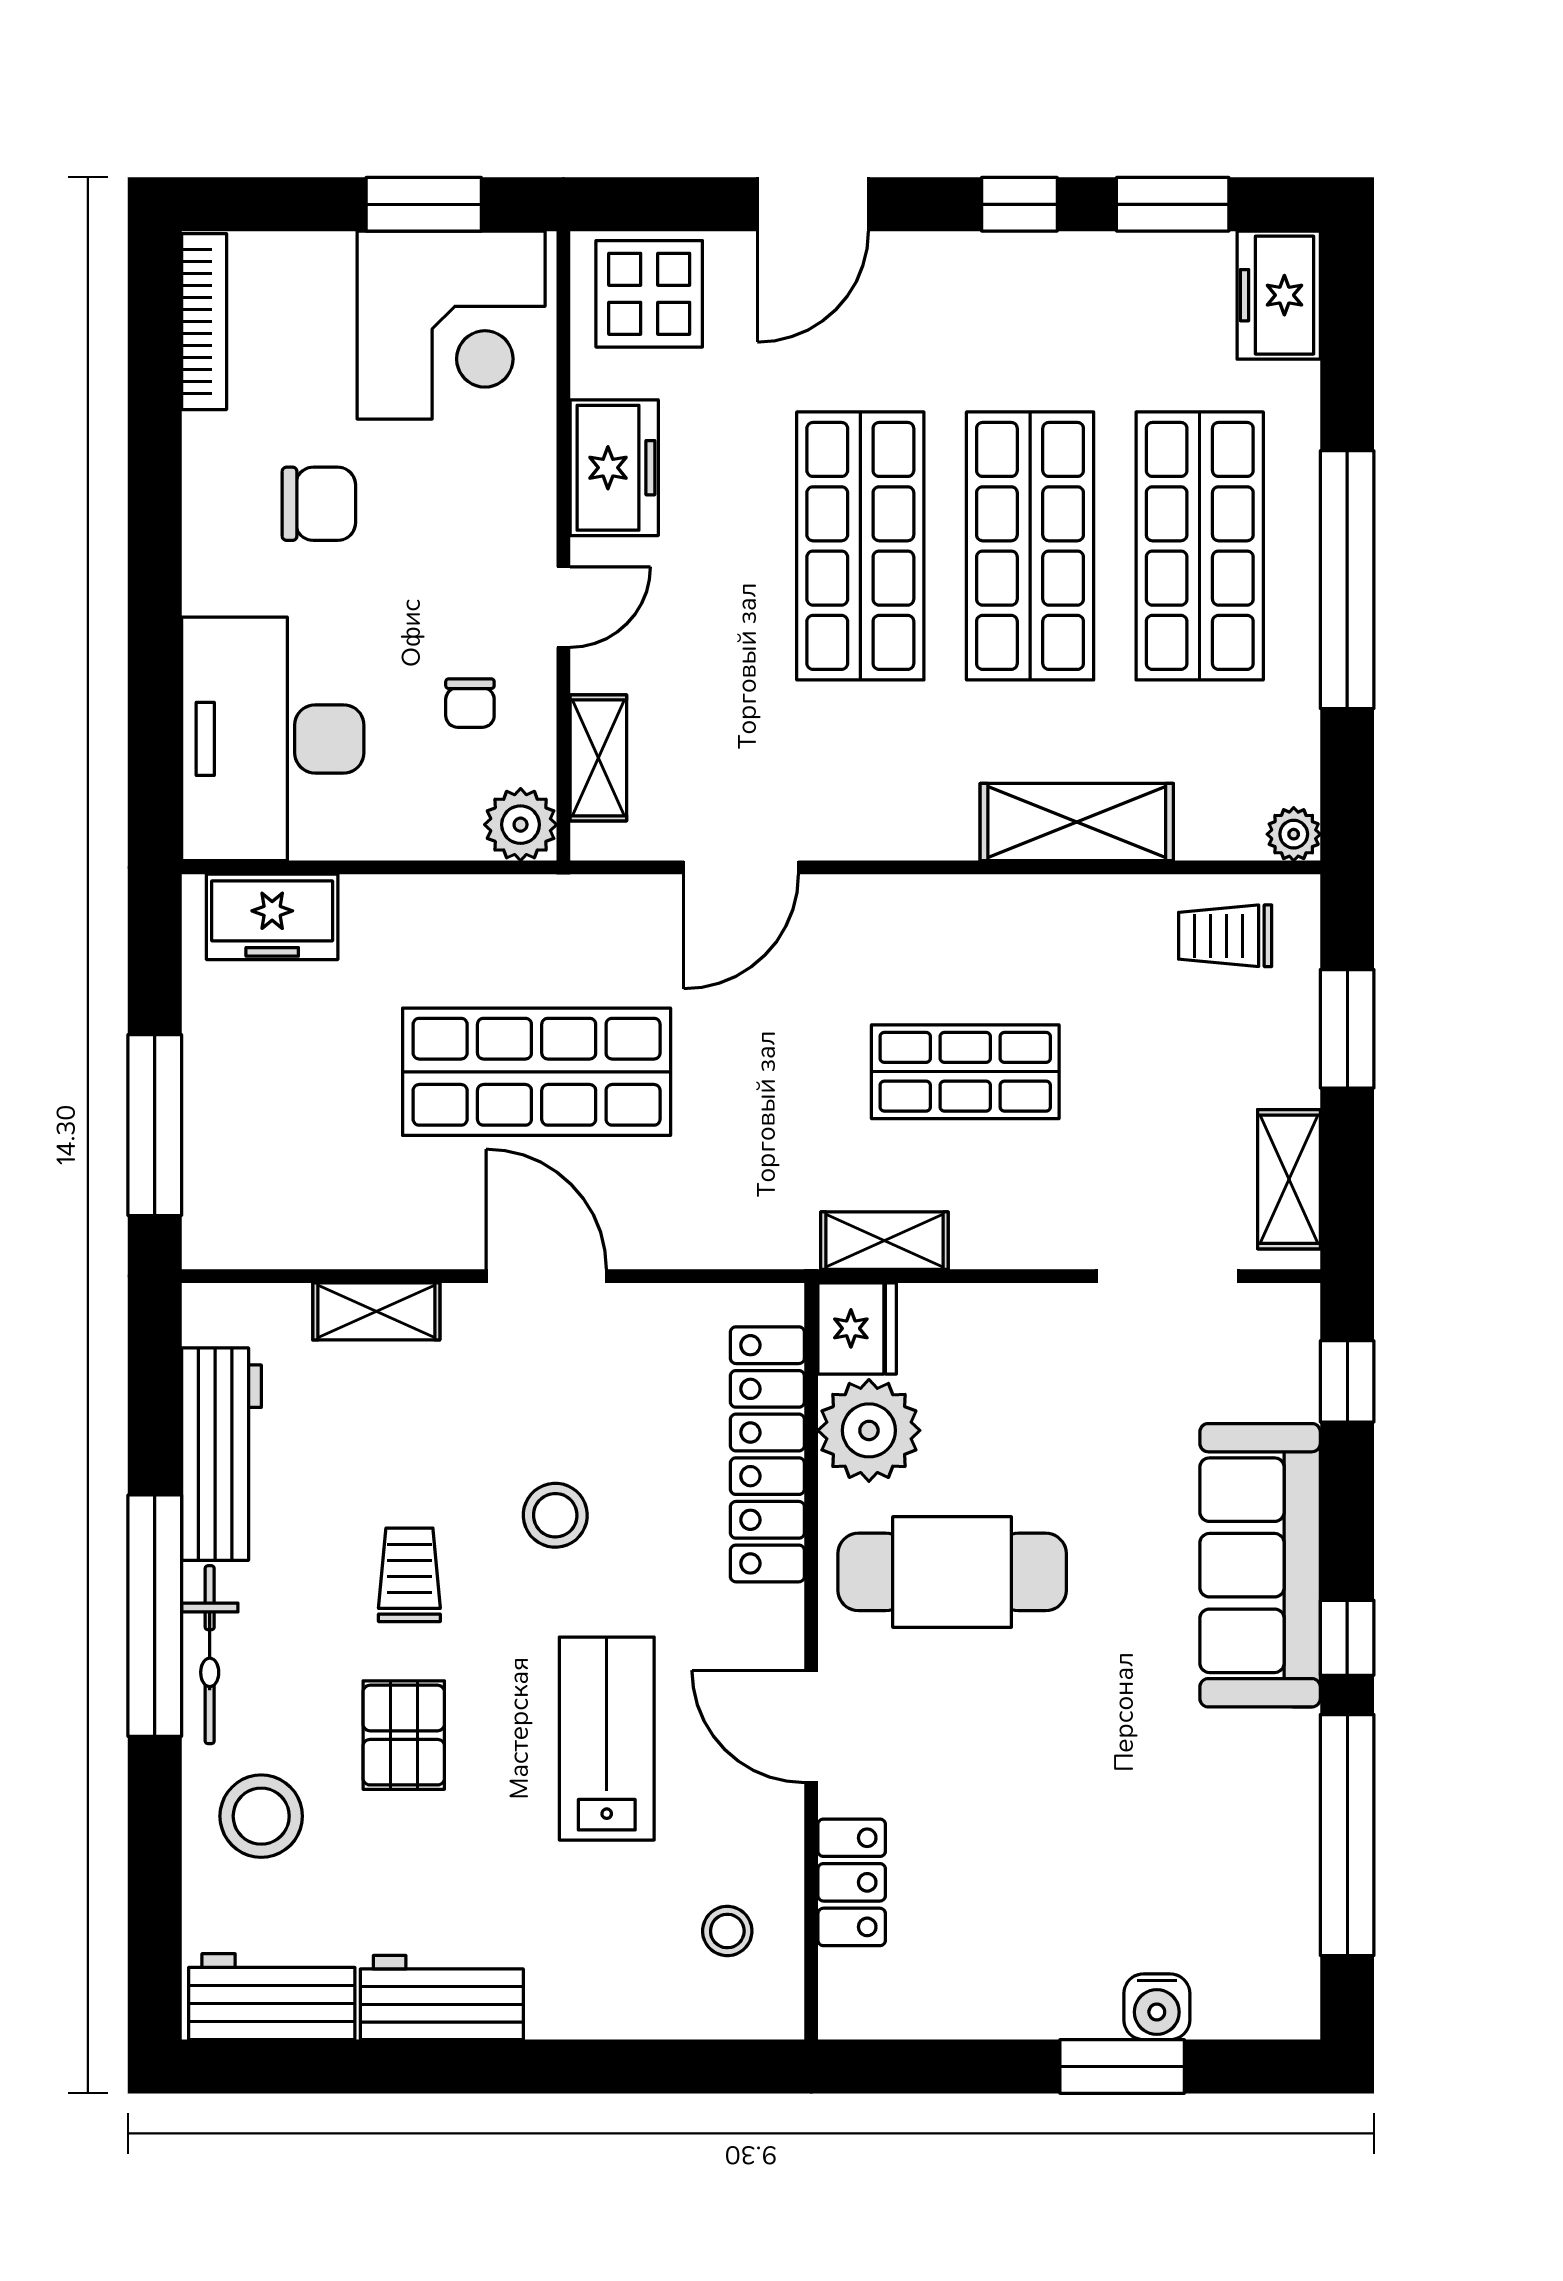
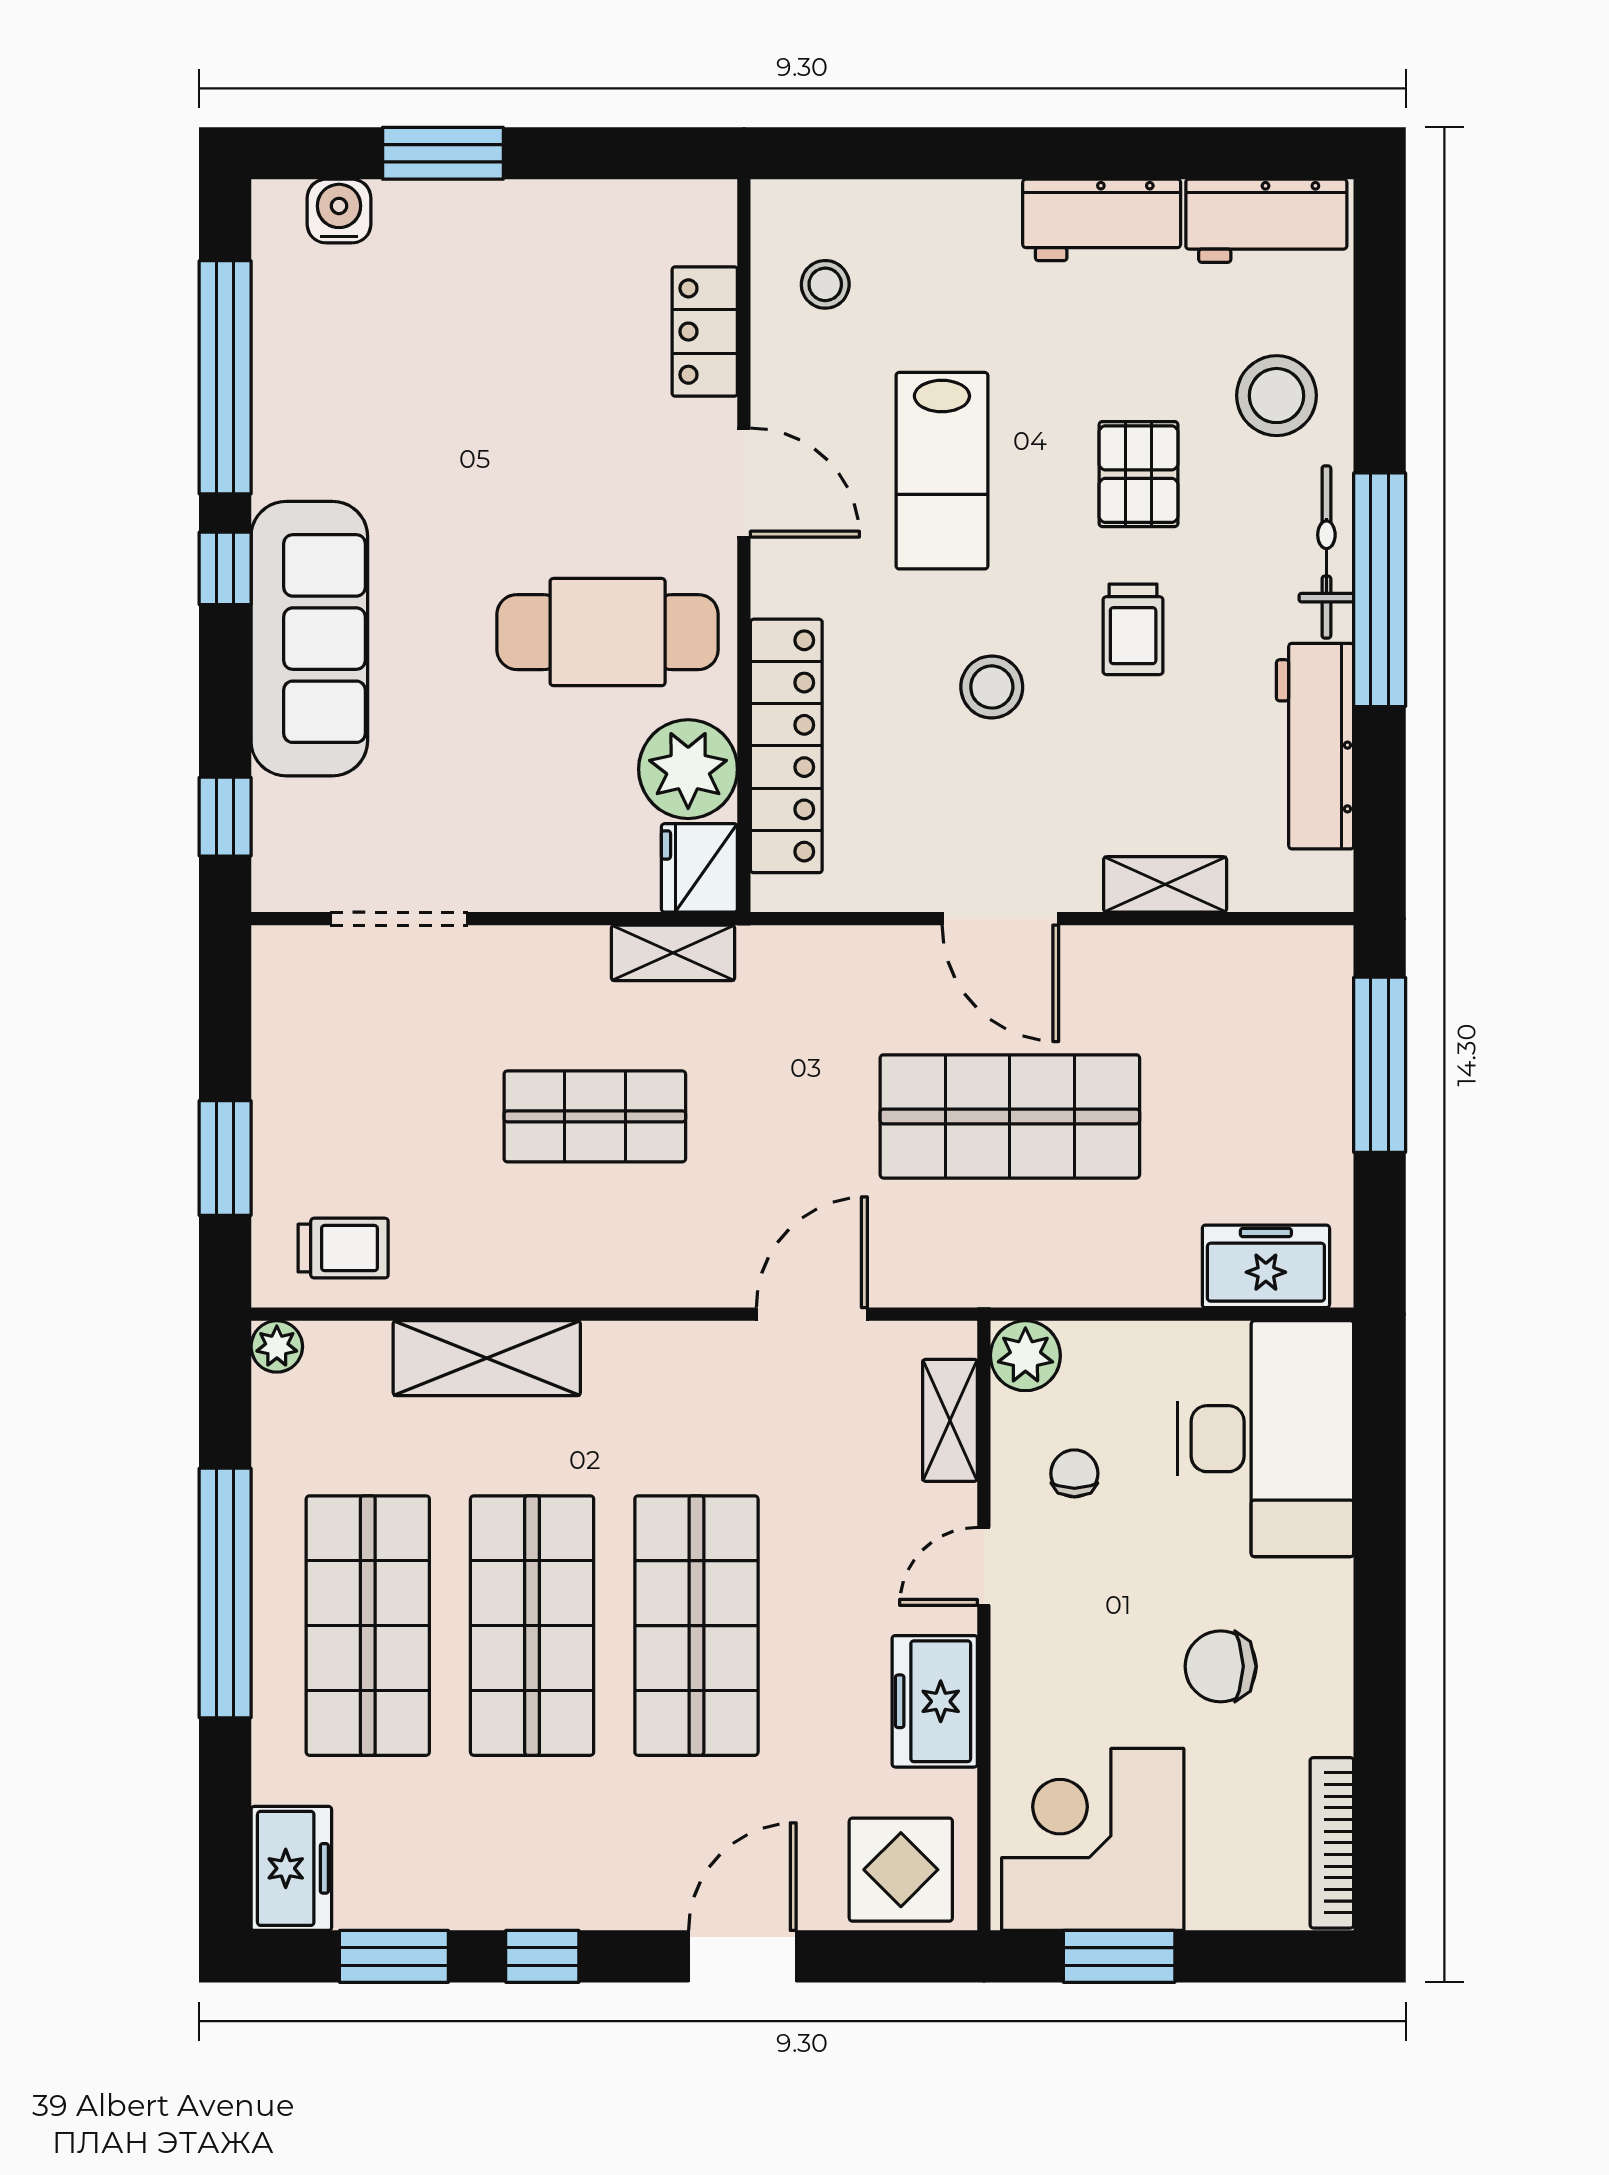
shelving: (1289, 1179) -> (281, 1012), removed
water cooler: (1157, 2007) -> (339, 211), moved

